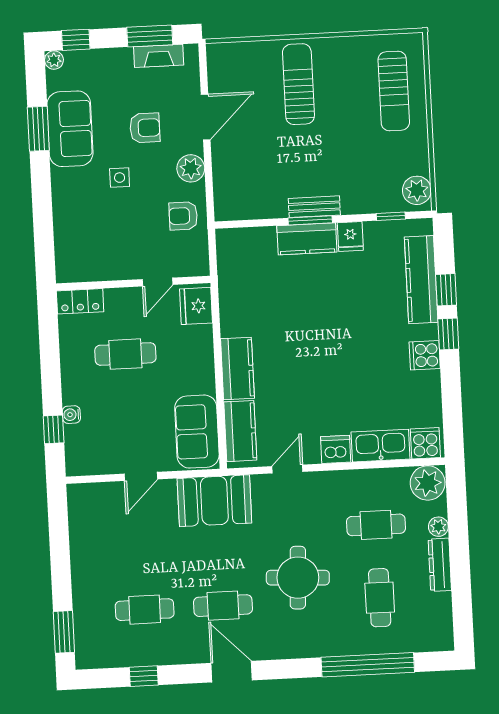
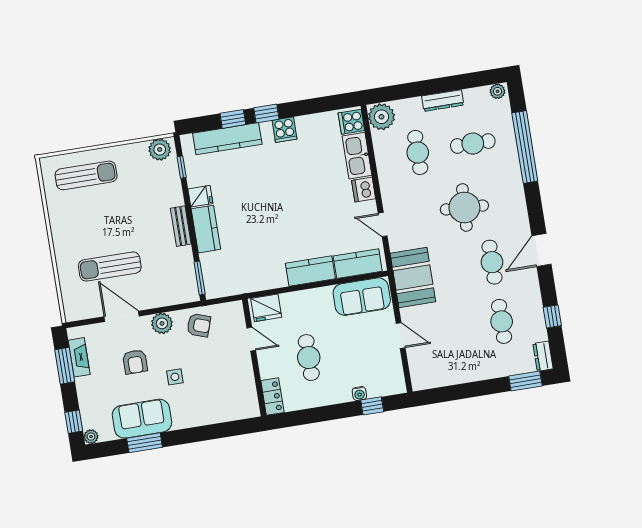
sun lounger: (298, 84) -> (110, 267), moved
armchair: (145, 128) -> (135, 362), turned 180
armchair: (183, 216) -> (199, 325), turned -71
window: (310, 220) -> (200, 278), moved
plant: (438, 527) -> (498, 91), moved
dresser: (94, 658) -> (543, 356), added

